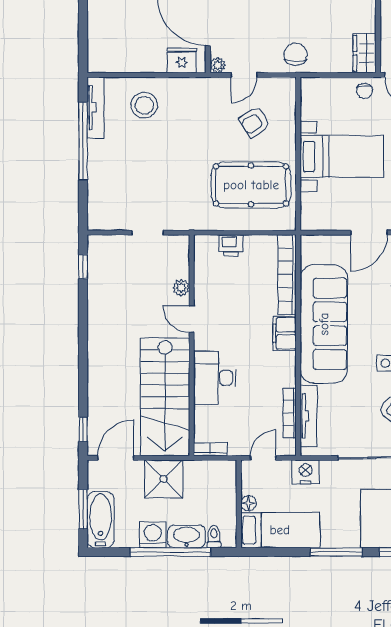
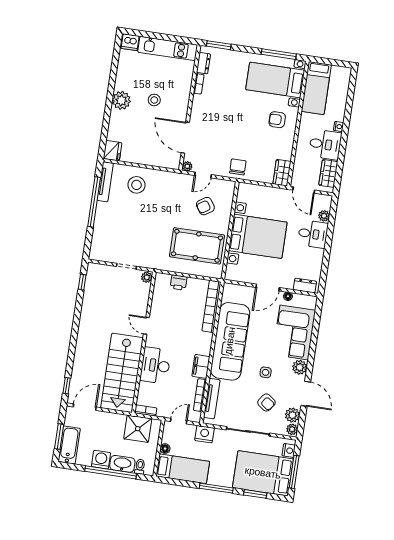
fridge: (182, 60) -> (113, 151), moved, turned 90
chair: (365, 91) -> (278, 197), removed
bed with nightstands: (342, 156) -> (258, 236), width x1.36
plant: (181, 288) -> (147, 277), moved
filing cabinet: (285, 333) -> (201, 366), moved
shower: (164, 479) -> (138, 429), moved

